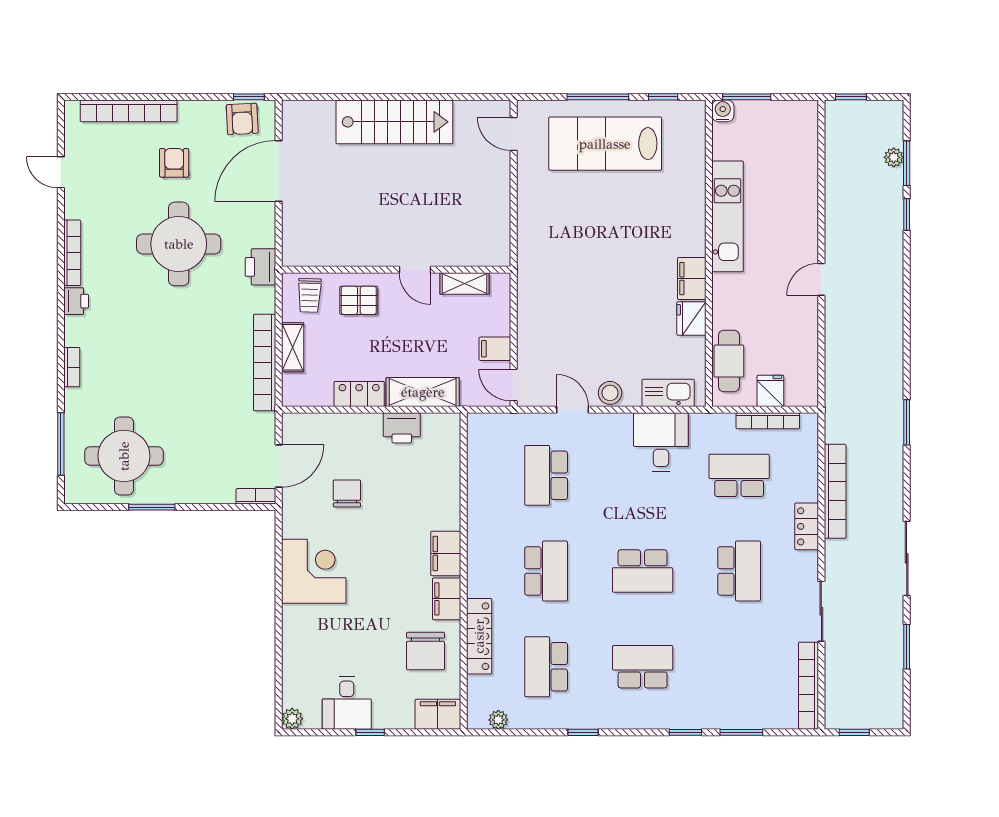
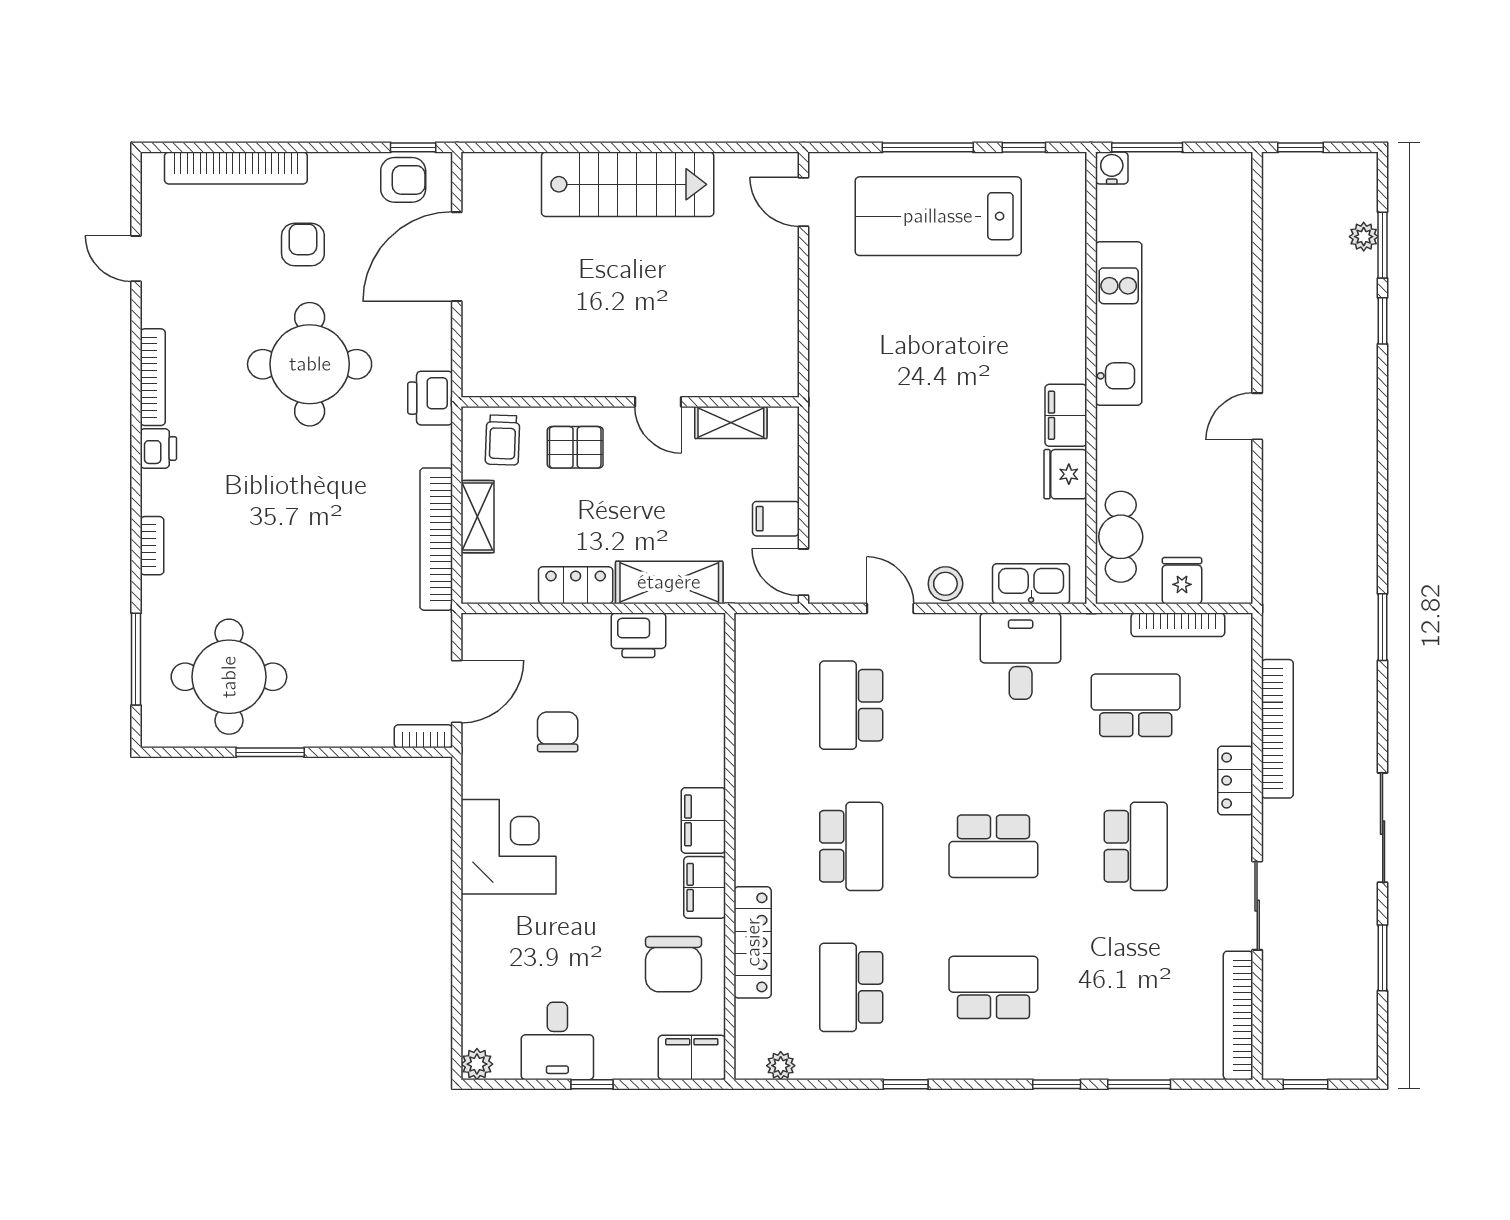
armchair: (242, 119) -> (403, 180), turned -87

